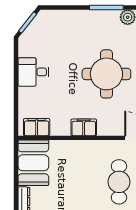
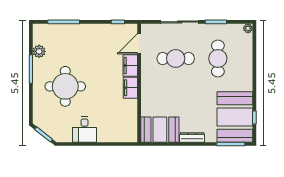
round table: (106, 74) -> (65, 86), moved
filing cabinet: (37, 127) -> (130, 65), moved

